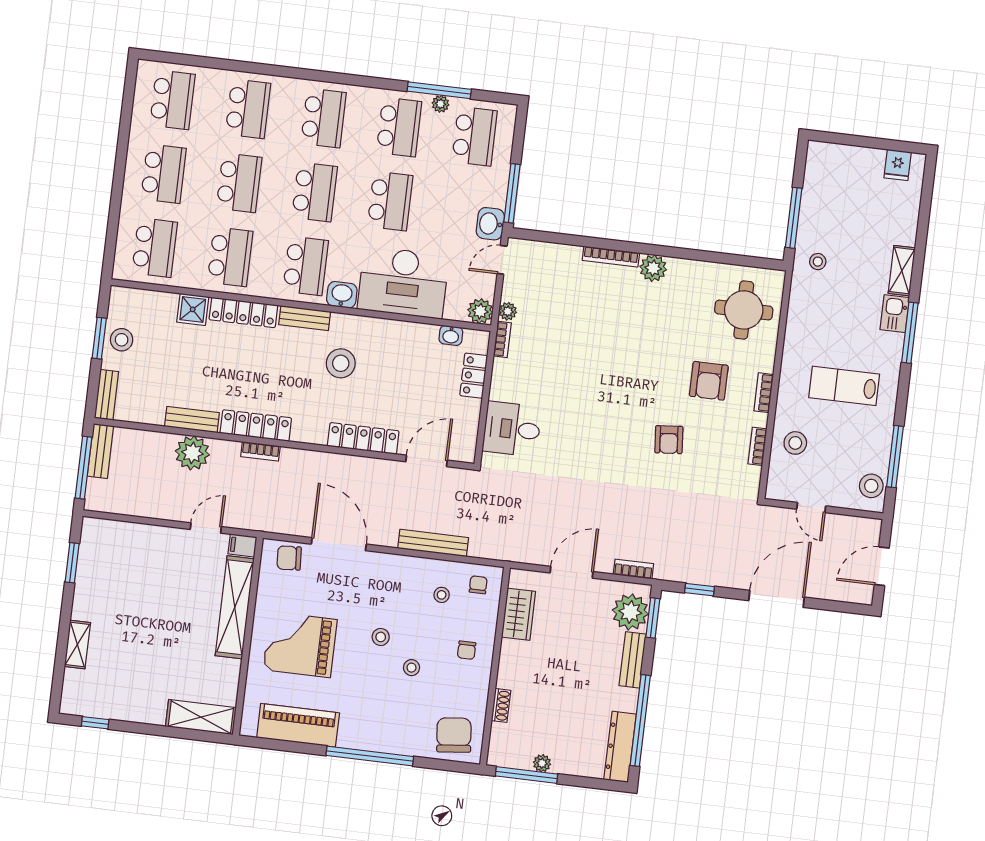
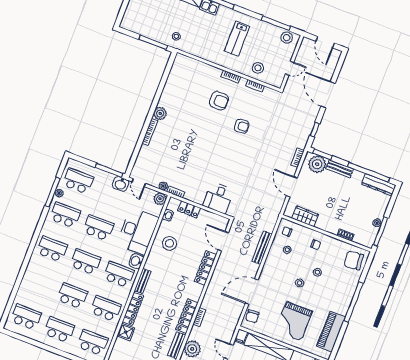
school desk: (248, 109) -> (39, 283), removed
round table: (744, 310) -> (190, 76), removed
stool: (341, 363) -> (169, 243), moved

